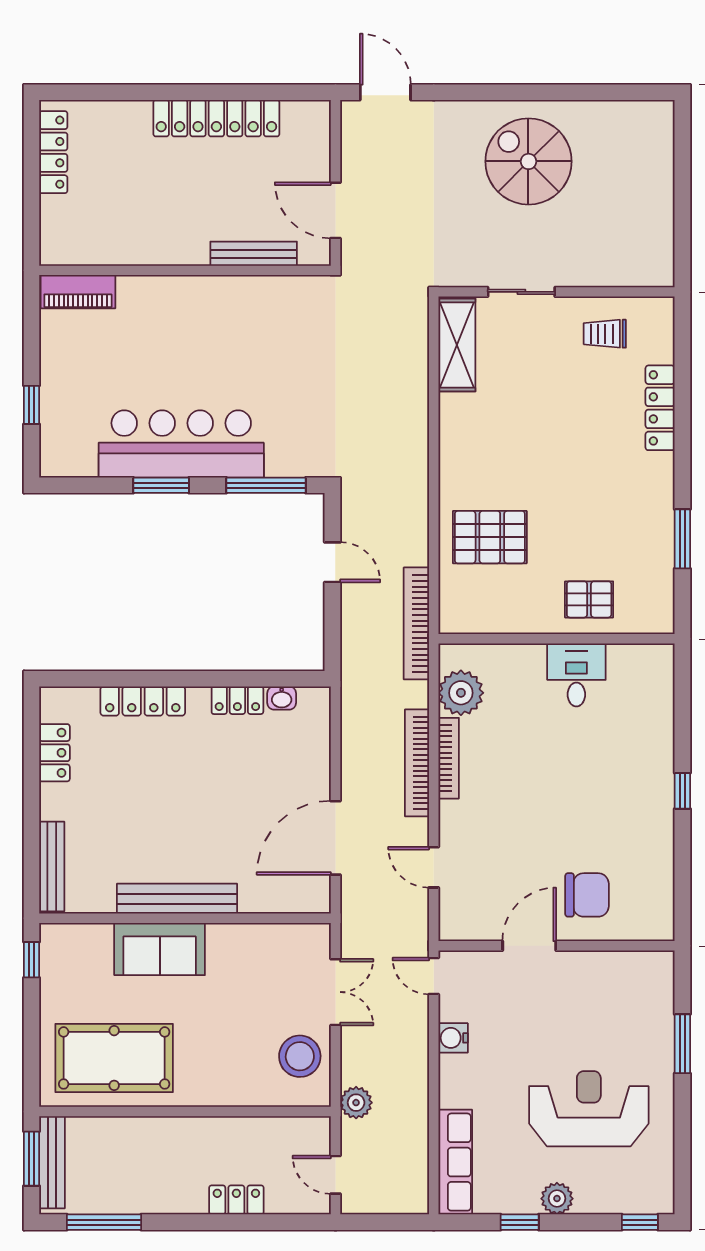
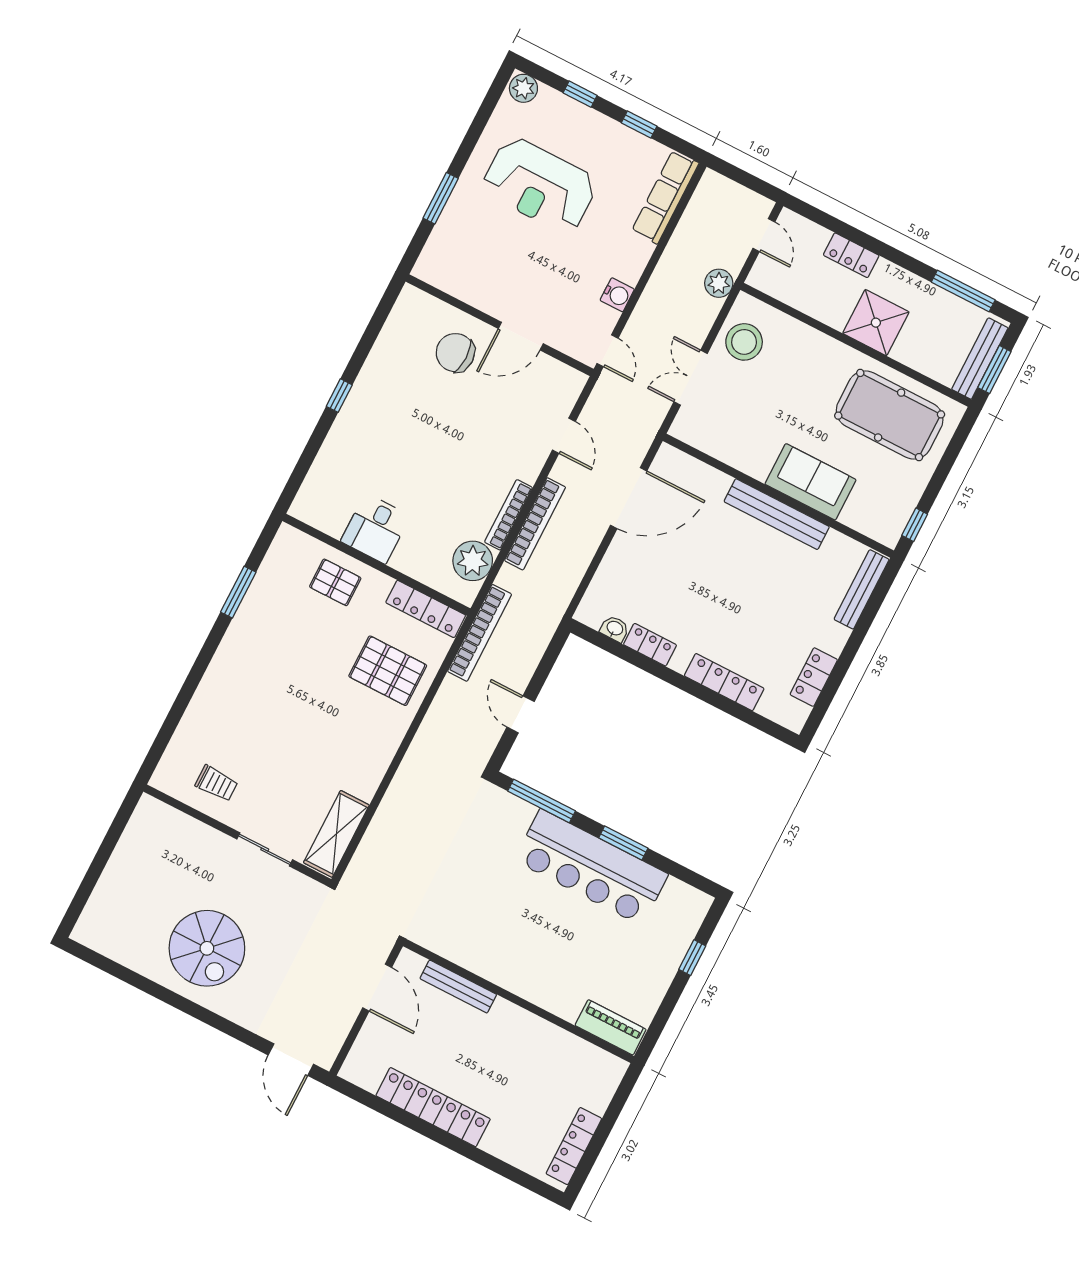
locker: (660, 408) -> (426, 609), moved, turned 90
shower: (176, 1145) -> (876, 323), added
plant: (557, 1199) -> (523, 88), moved
window: (640, 1222) -> (580, 94), moved

